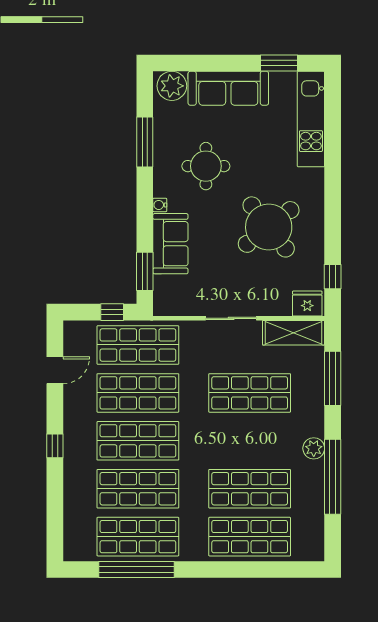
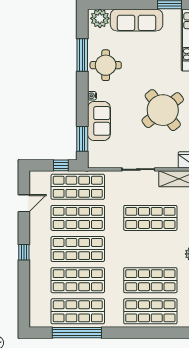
round table: (206, 166) -> (106, 65), moved

